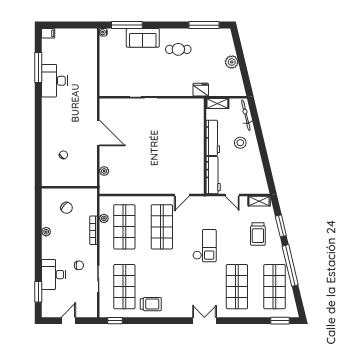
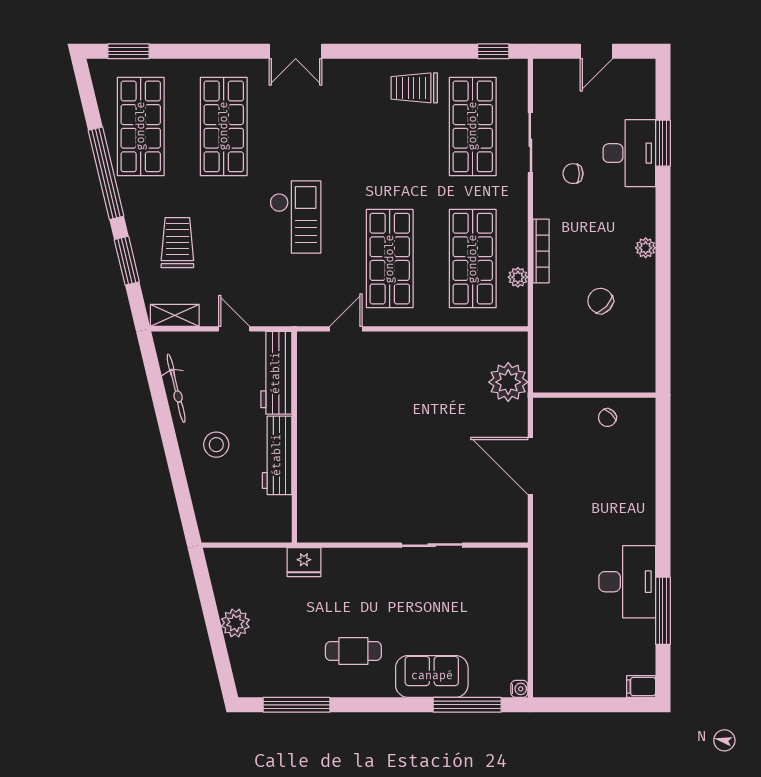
shelving: (217, 103) -> (267, 531), removed
bicycle: (246, 115) -> (176, 388), moved
plant: (104, 171) -> (508, 382), width x1.87, depth x1.87
wall: (69, 187) -> (594, 395), moved
checkout: (205, 246) -> (295, 217), turned 180
window: (38, 292) -> (663, 143), moved

